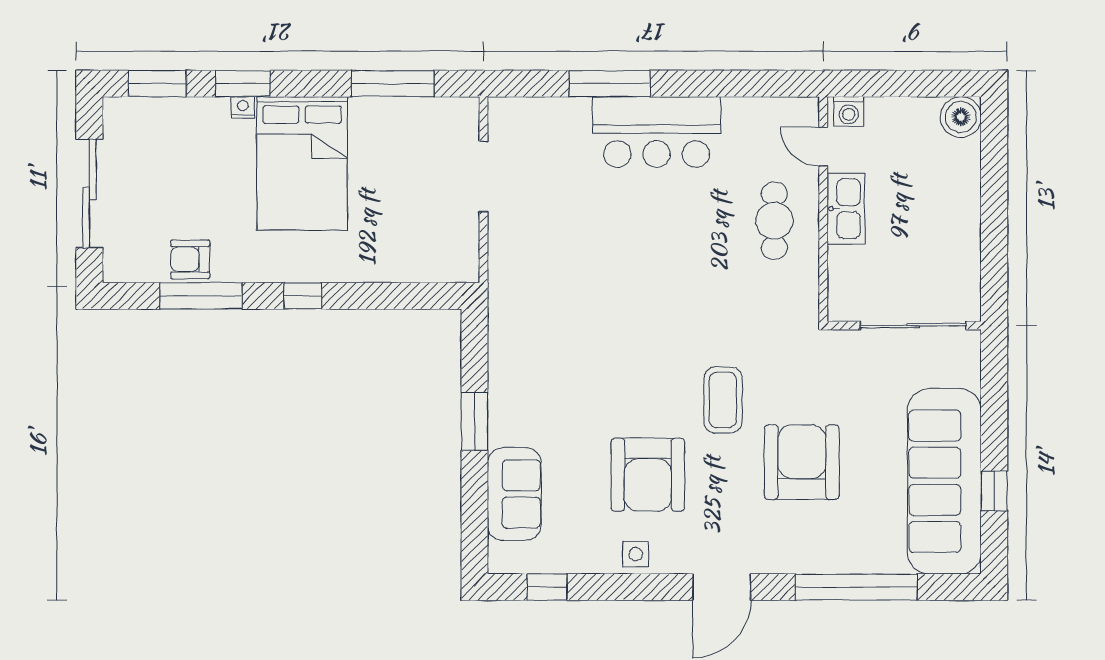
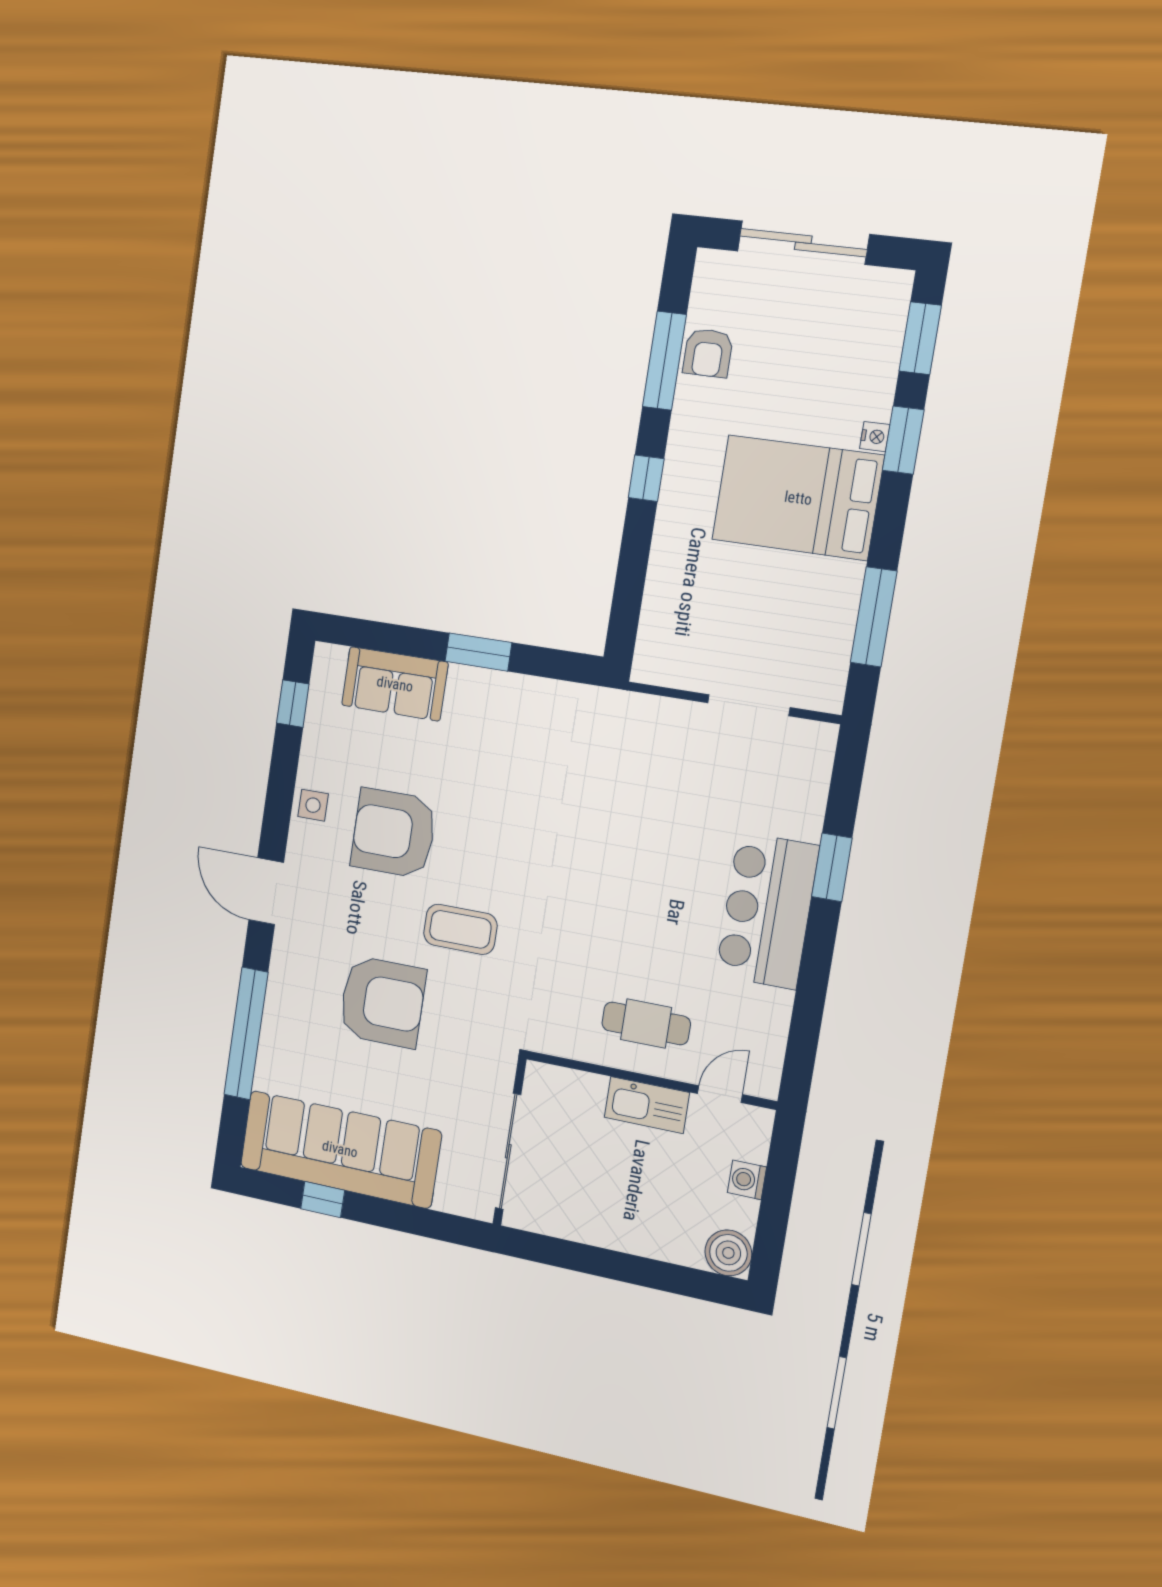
window: (610, 84) -> (832, 867), width x0.69
washing machine: (849, 111) -> (747, 1180), moved
armchair: (190, 259) -> (708, 353), turned 180

